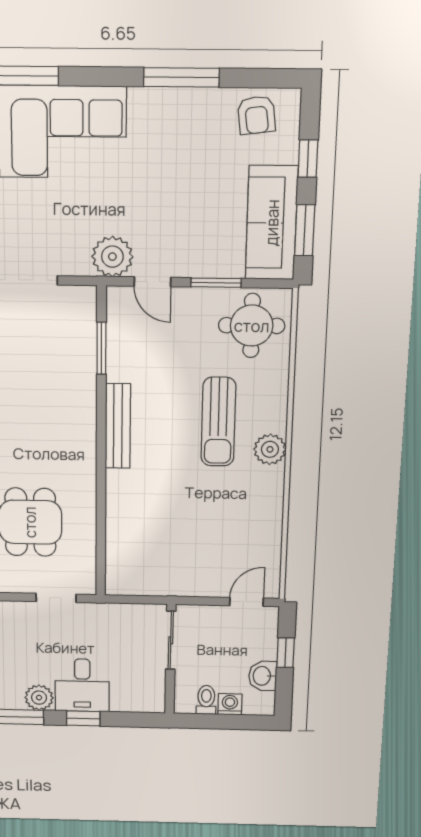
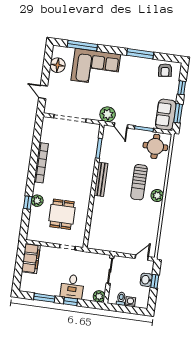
sofa: (272, 223) -> (166, 115), width x0.73
washbasin: (263, 676) -> (146, 280), moved
plant: (39, 698) -> (99, 296), moved

